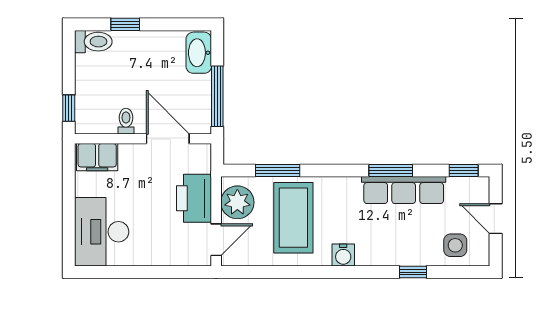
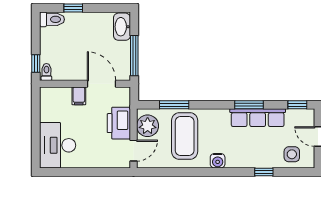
toilet: (126, 121) -> (46, 72), moved
filing cabinet: (97, 157) -> (79, 96), moved, width x0.50

